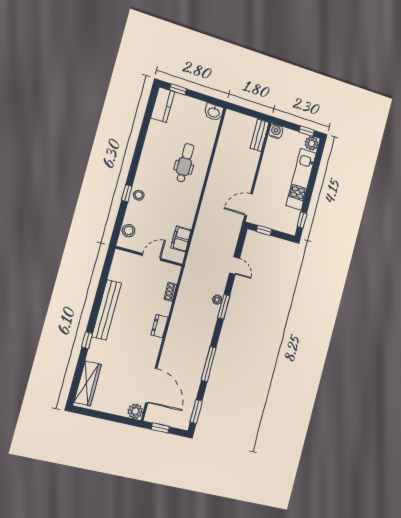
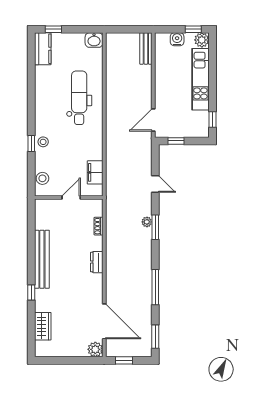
water cooler: (276, 131) -> (177, 39), moved
dental chair: (185, 163) -> (79, 98), width x1.36, depth x1.38
wardrobe: (88, 383) -> (43, 326), width x0.67

